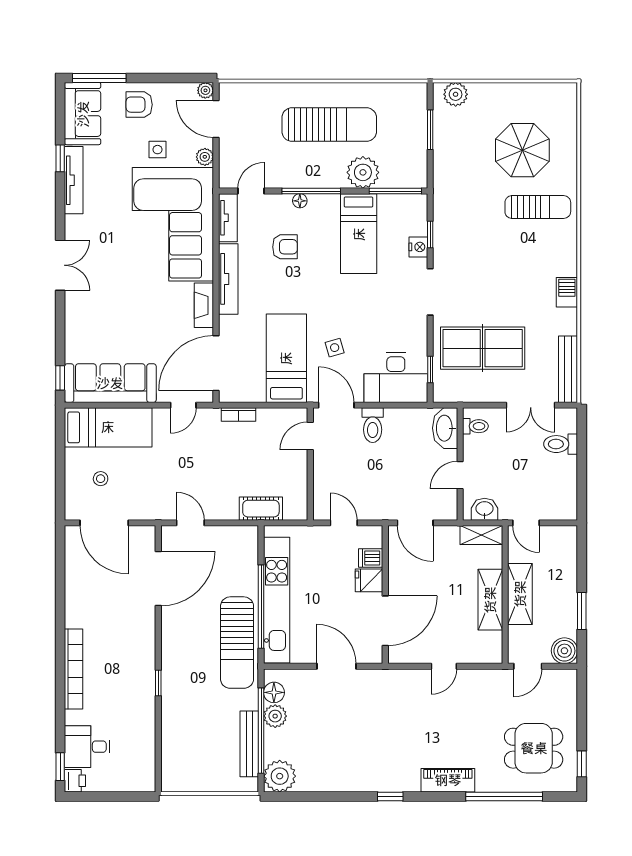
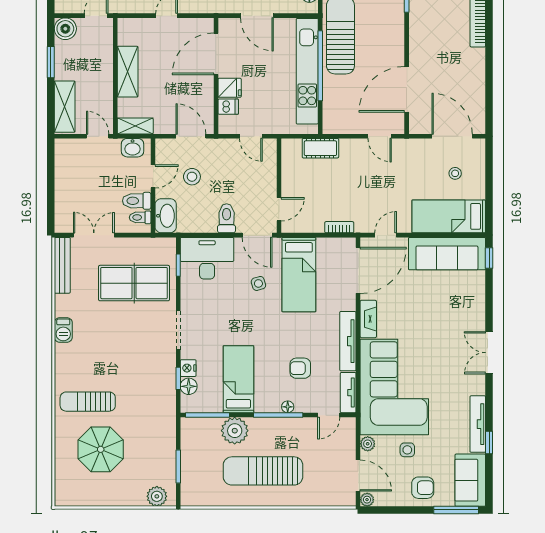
floor lamp: (418, 225) -> (189, 386), added
toilet: (561, 444) -> (137, 201), moved, turned 180
stool: (414, 475) -> (192, 177), added
shelving: (520, 594) -> (65, 107), moved

